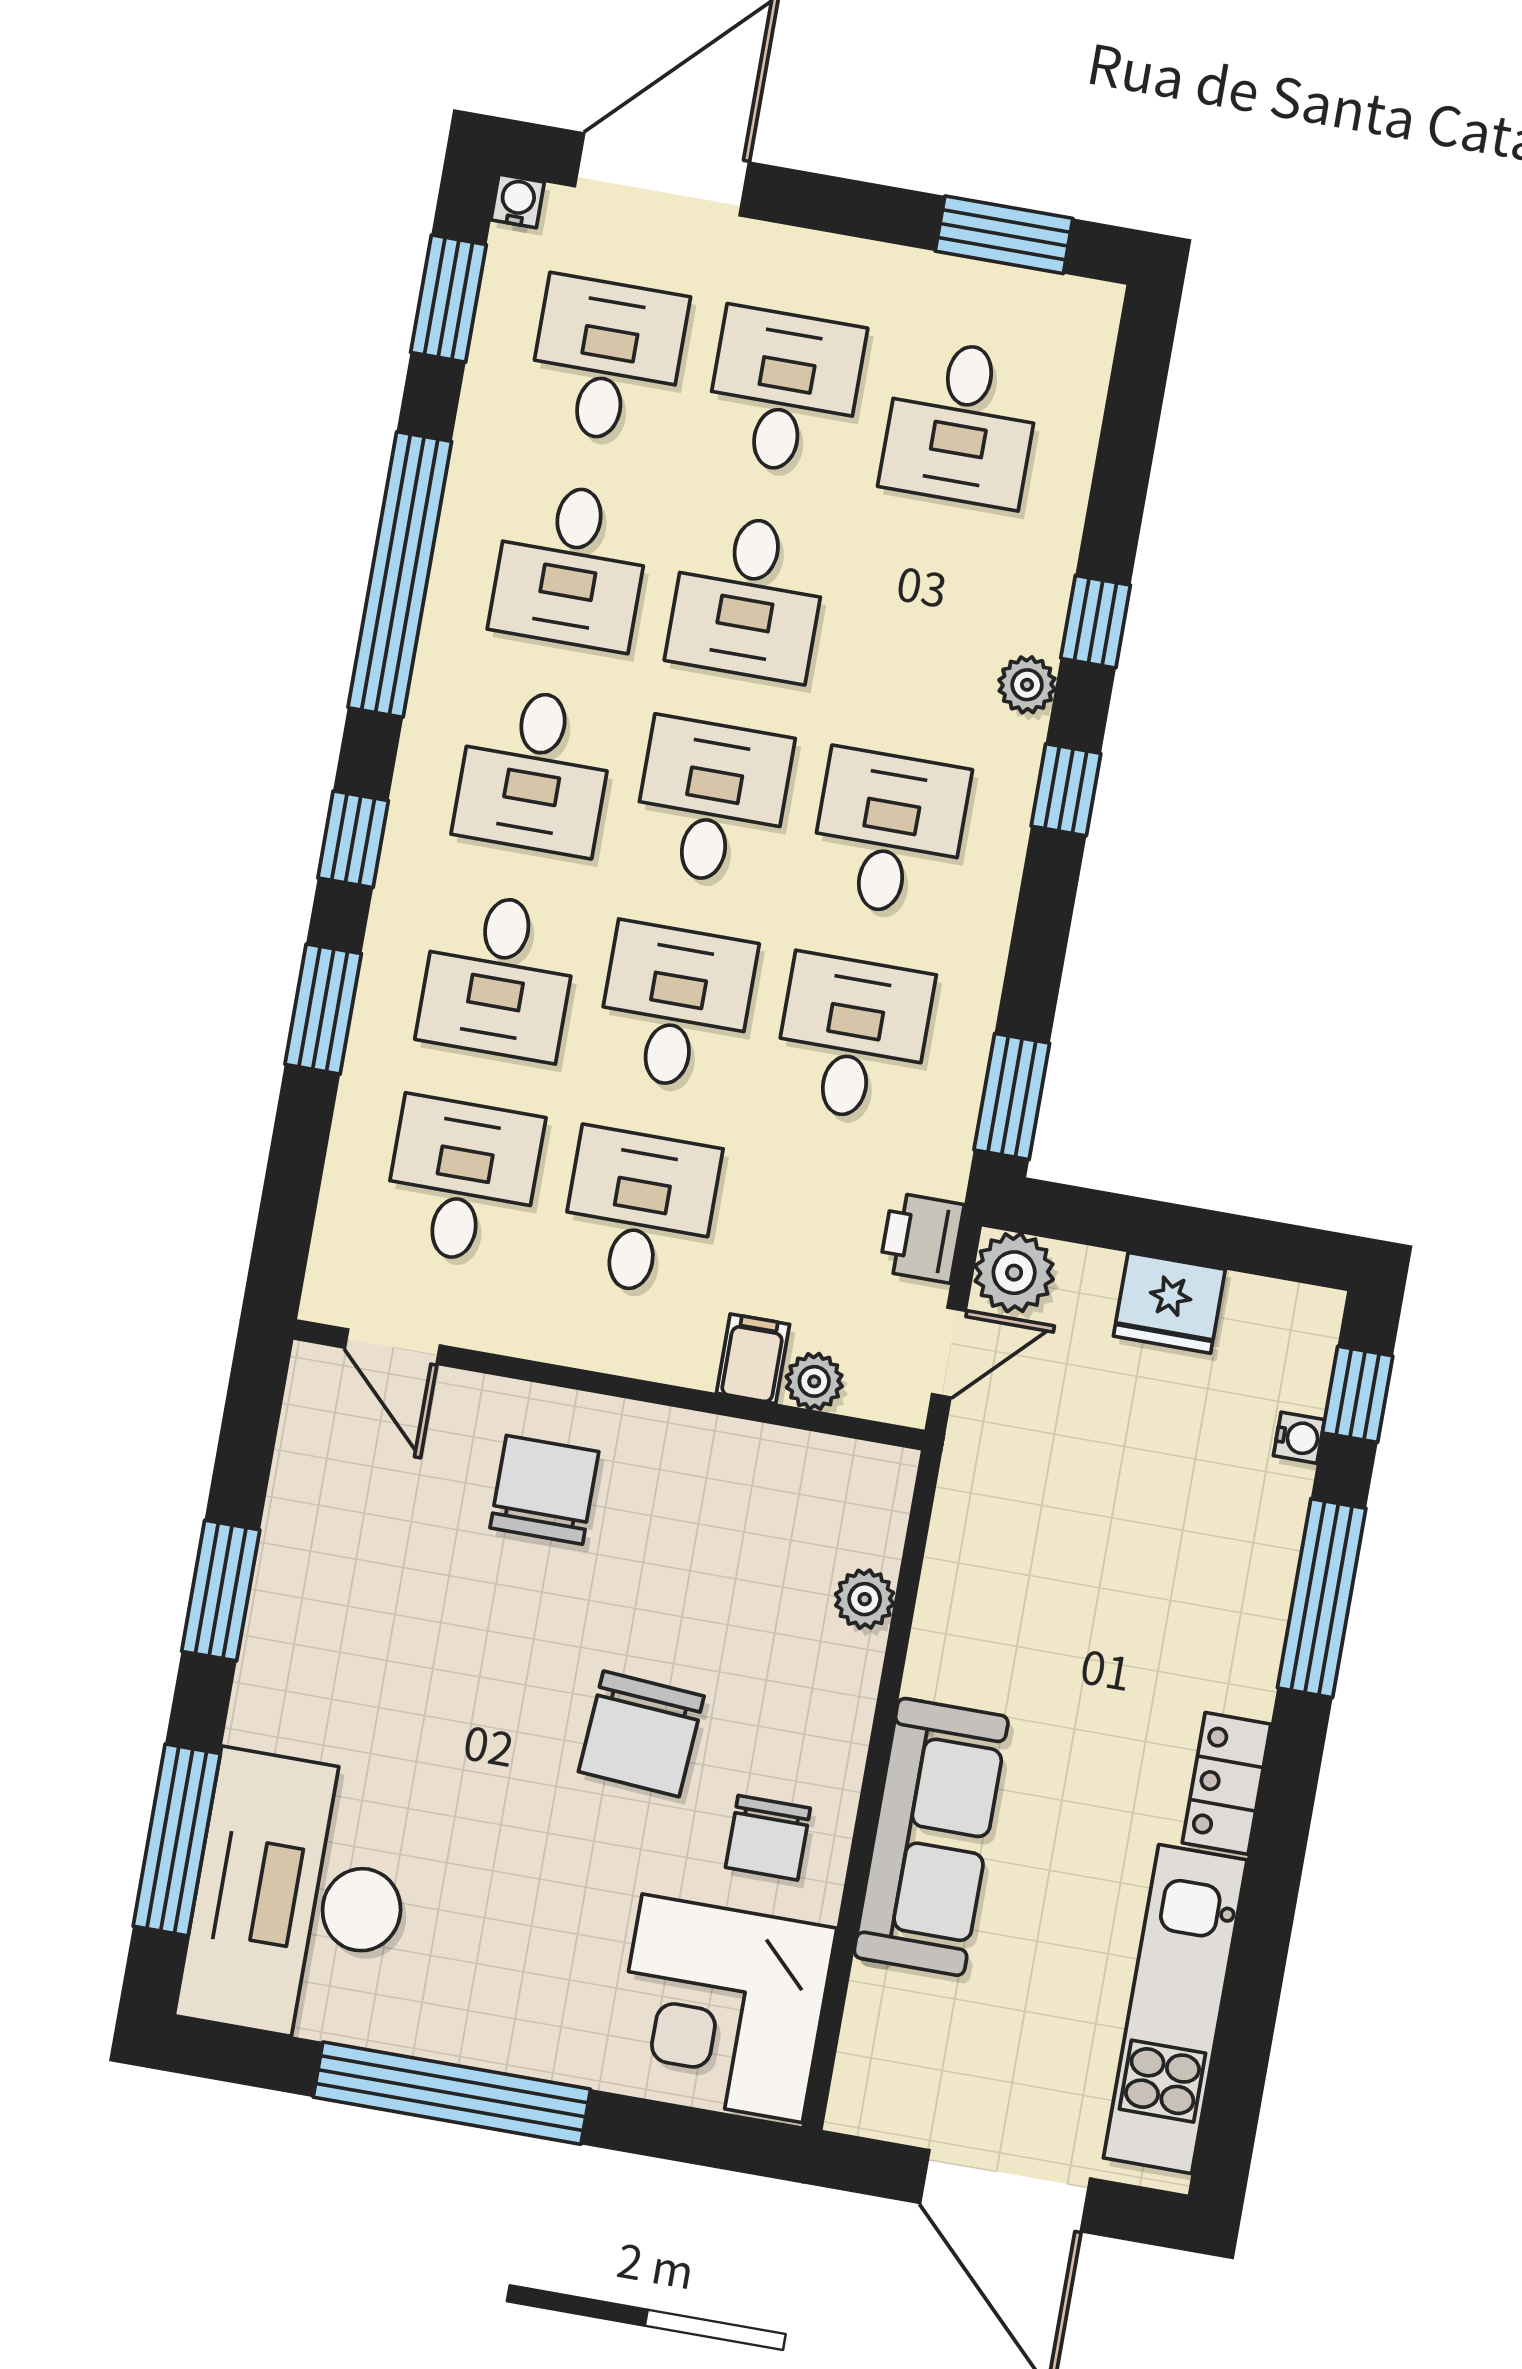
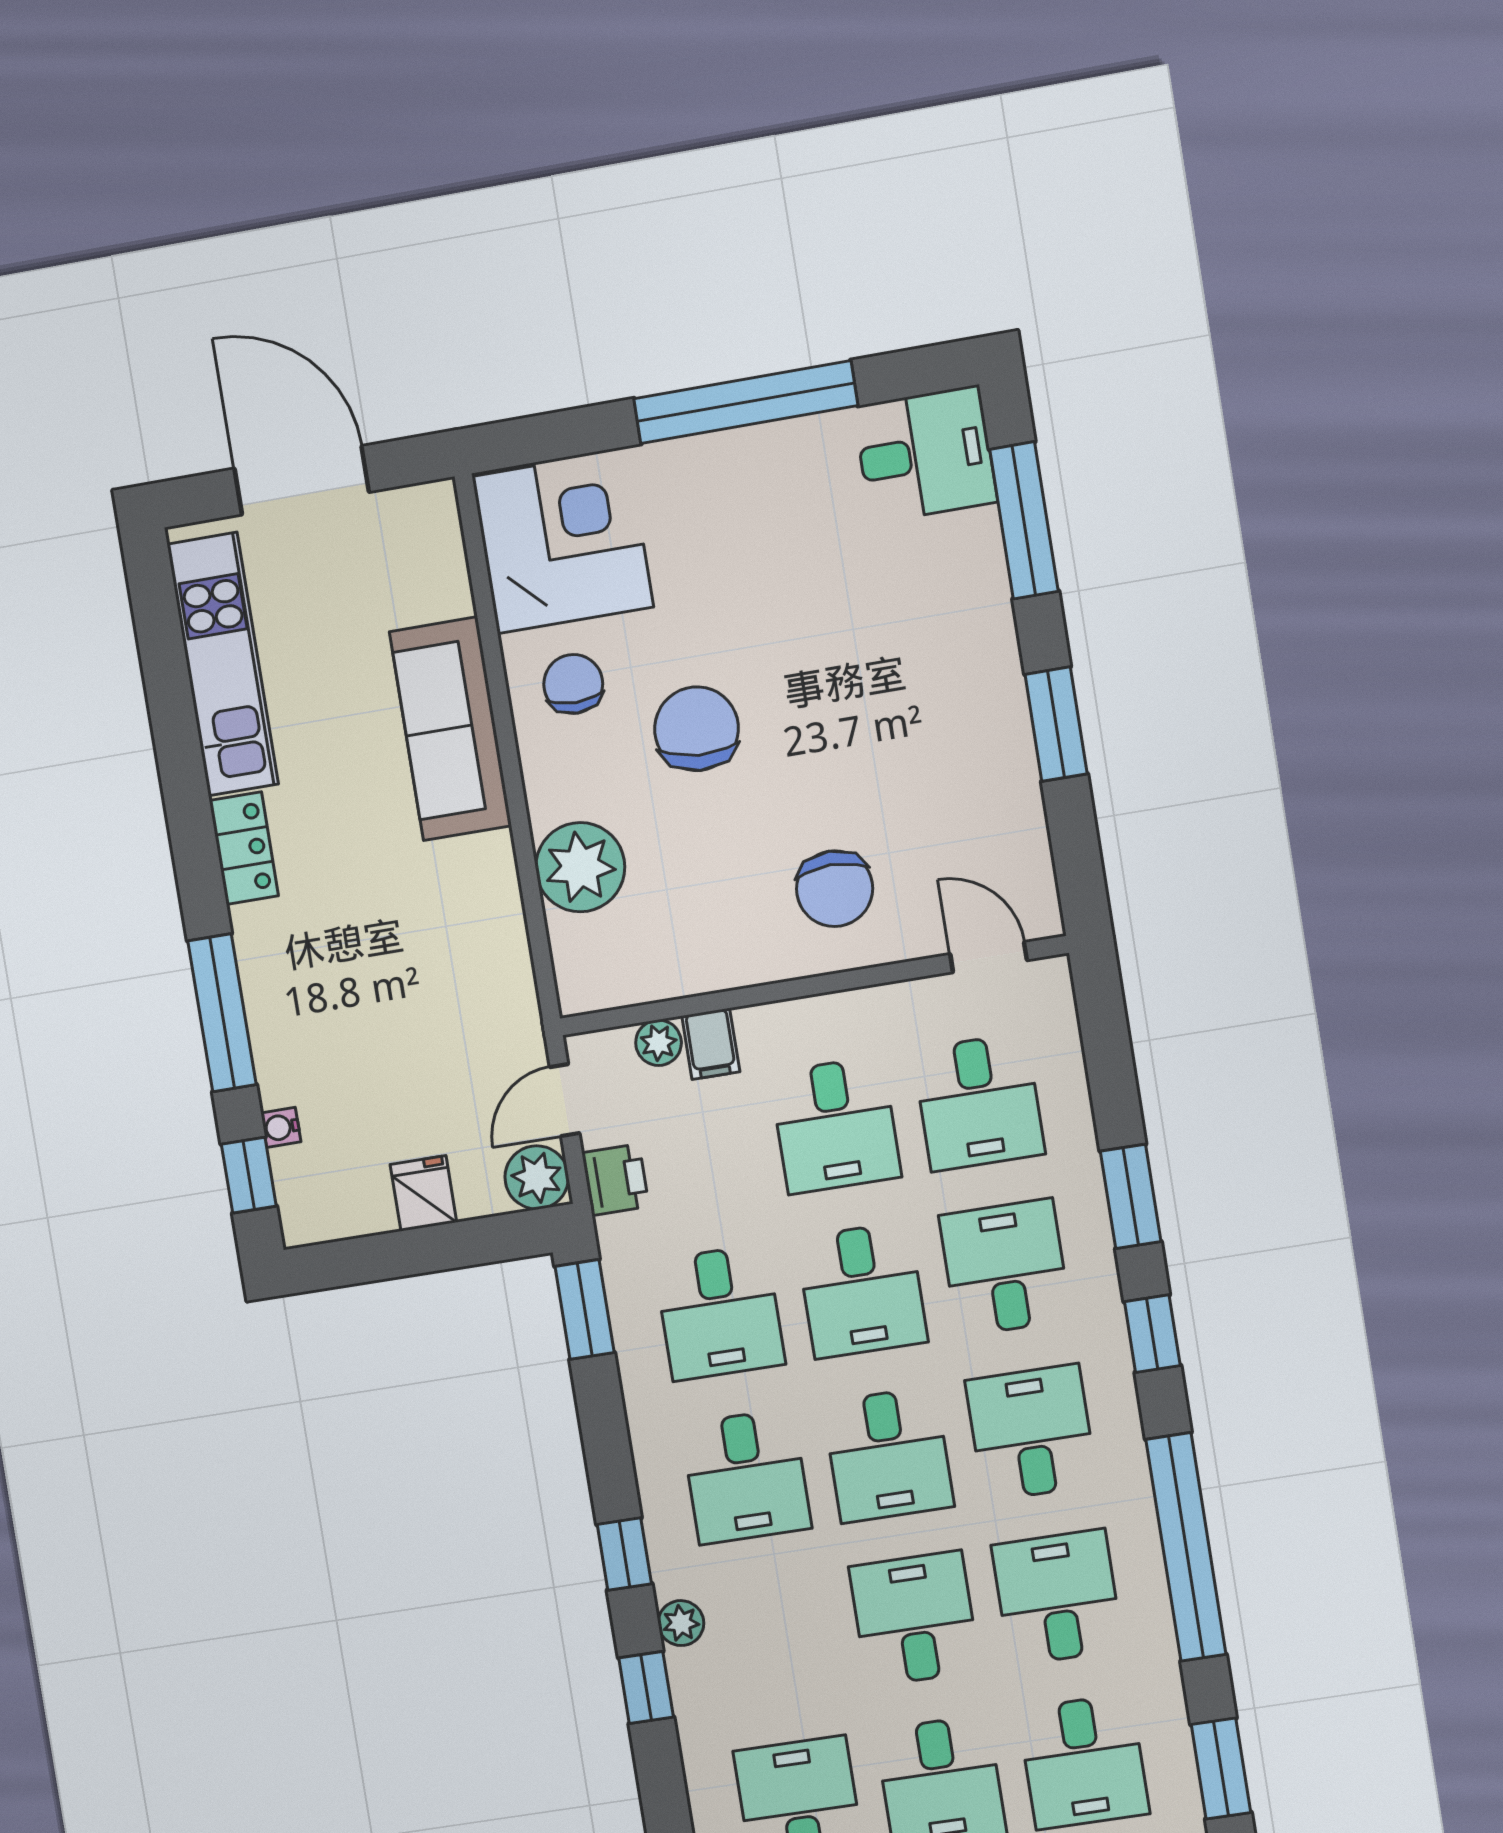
fridge: (1169, 1303) -> (423, 1193), width x0.72
plant: (865, 1599) -> (580, 867), width x1.87, depth x1.87
desk: (299, 1899) -> (925, 454), width x0.53, depth x0.77

